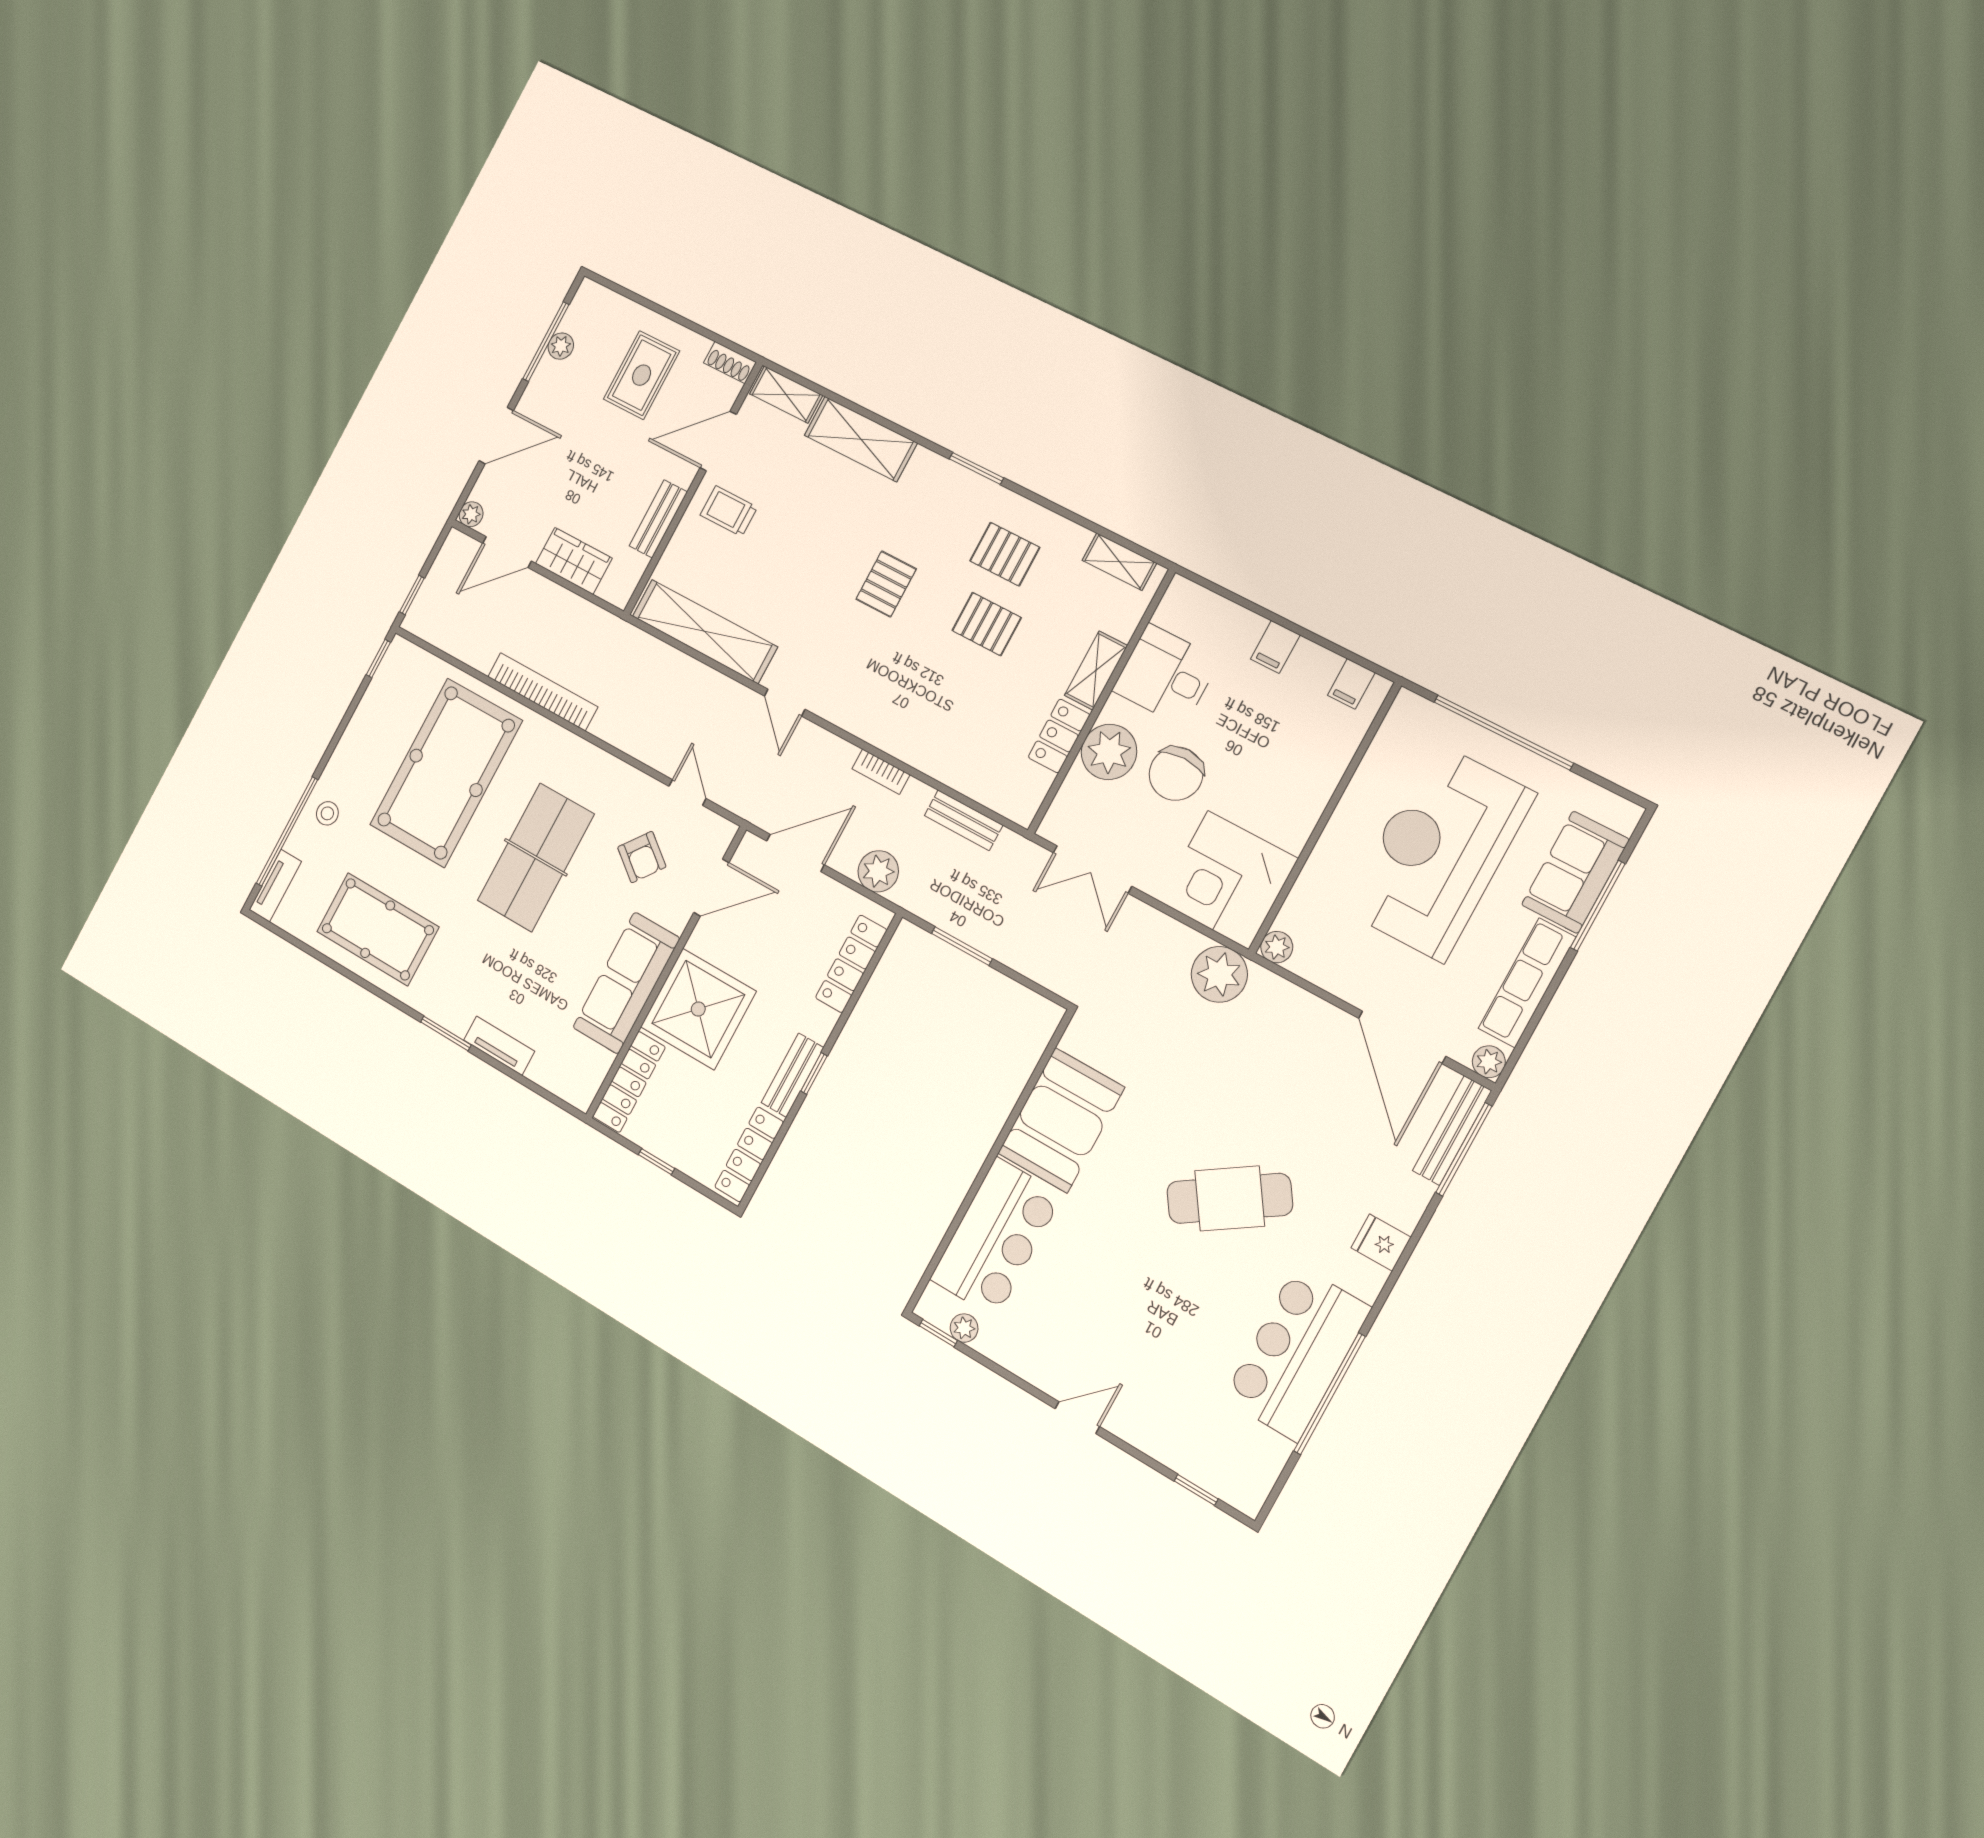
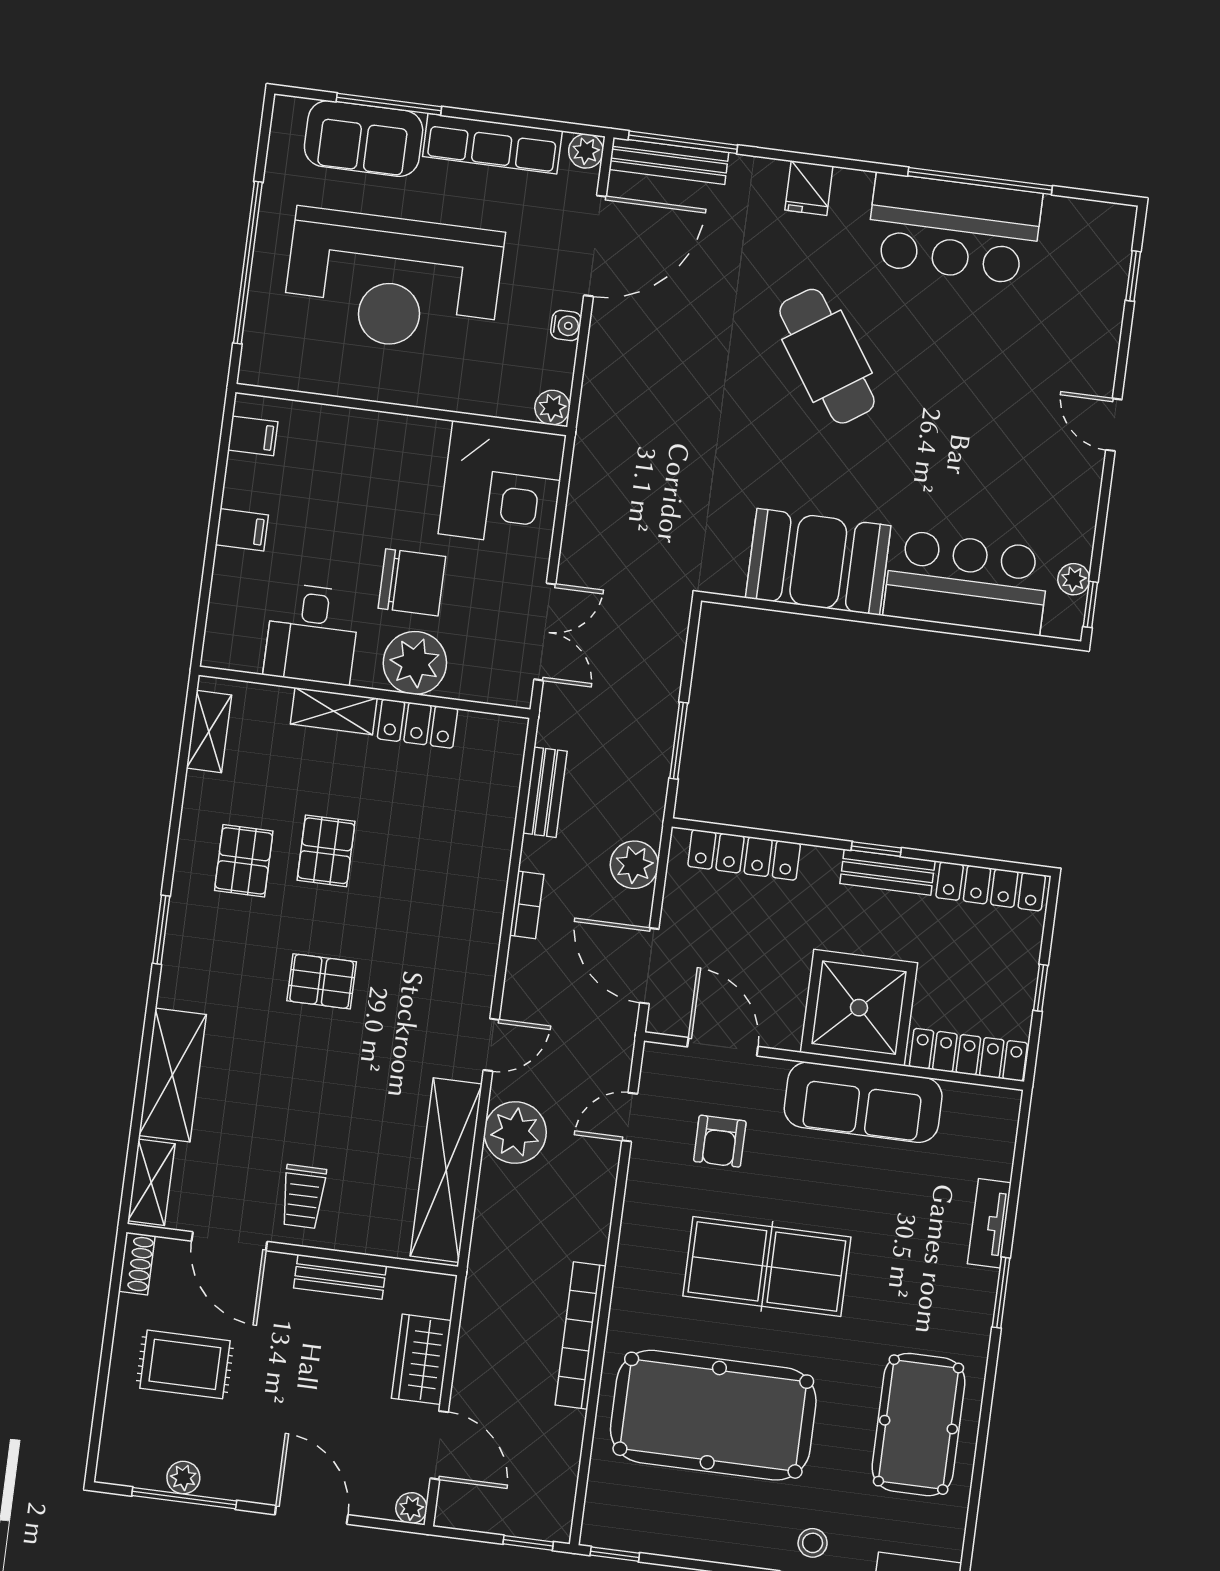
armchair: (642, 857) -> (720, 1141), turned 142
plant: (1219, 974) -> (515, 1133), moved
water cooler: (1343, 986) -> (566, 325), added

